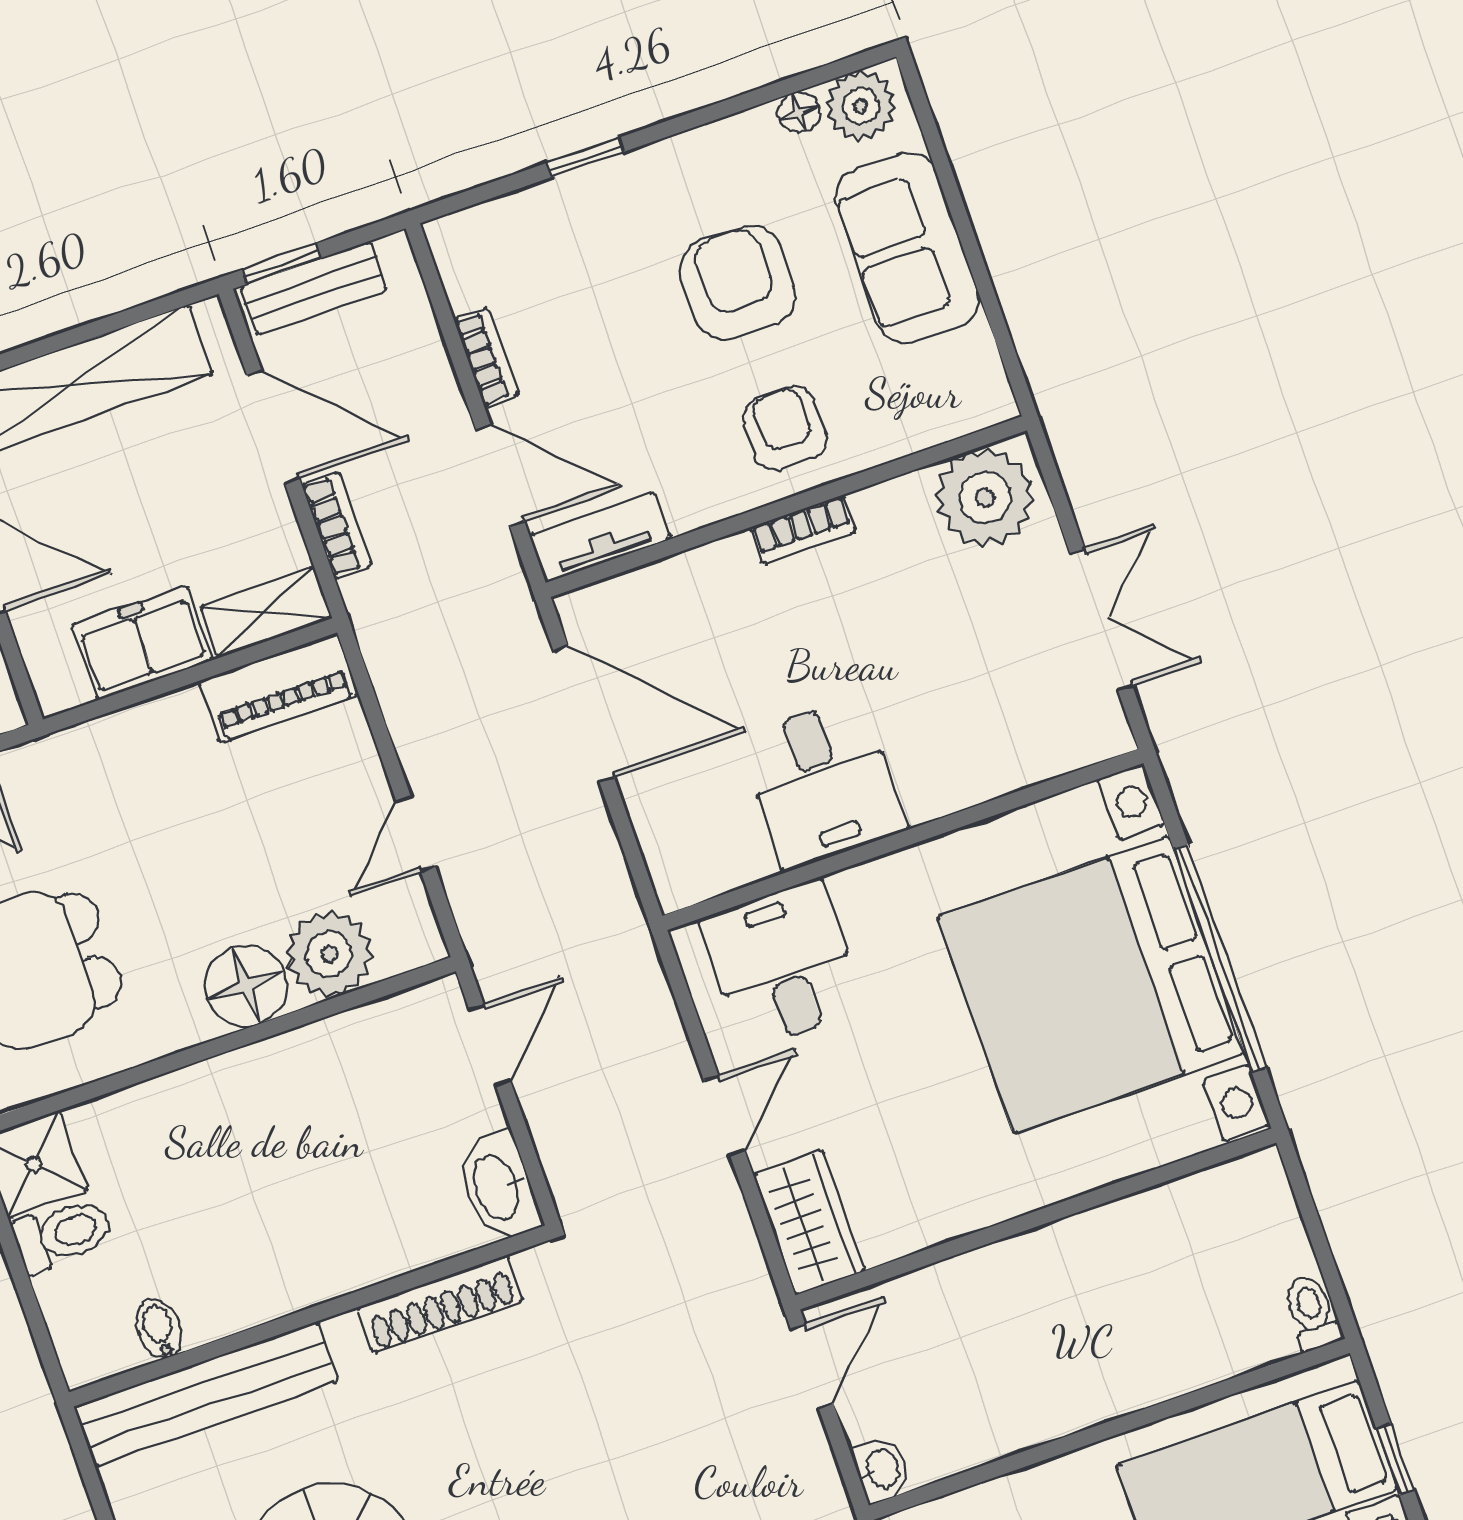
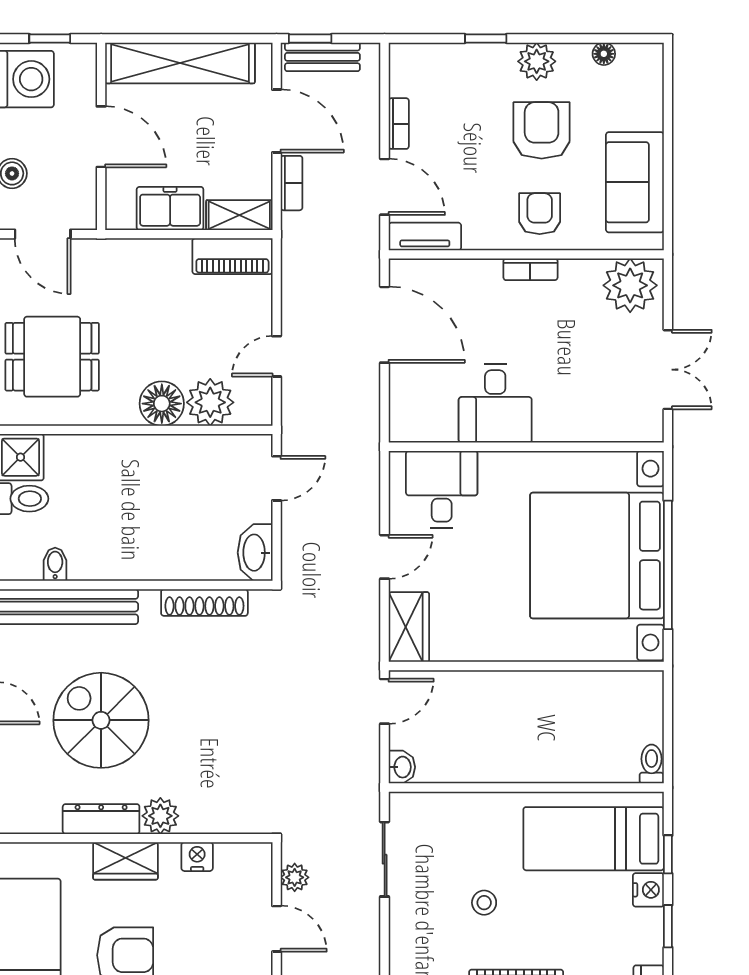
plant: (860, 106) -> (537, 61), moved
sofa: (907, 248) -> (635, 182), moved

